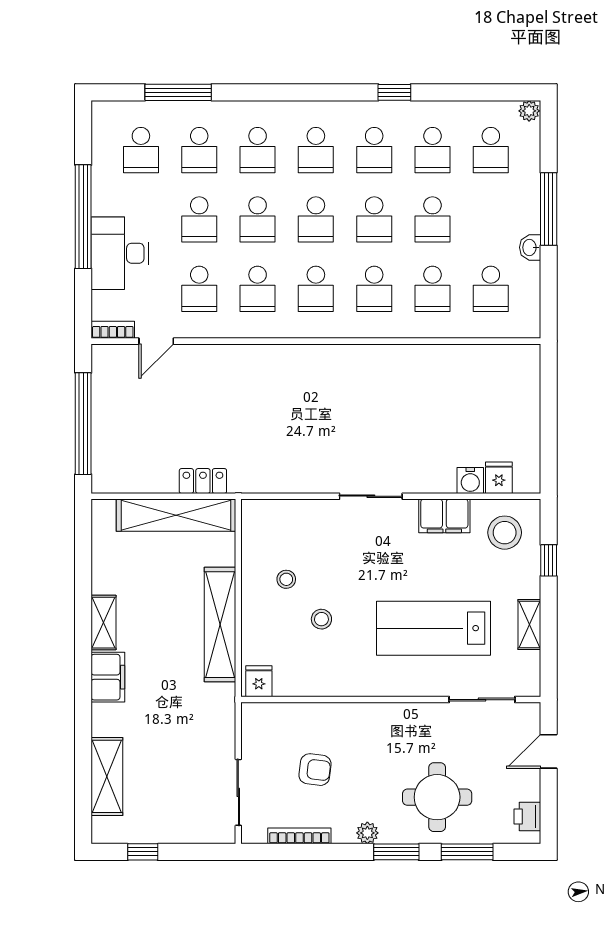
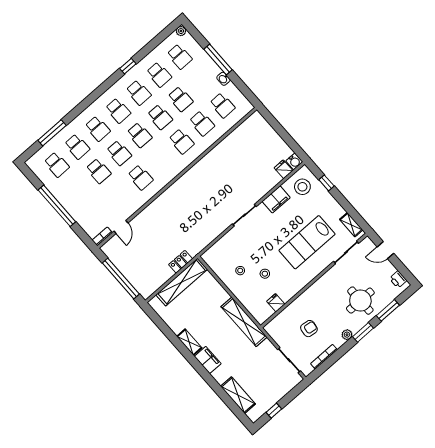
desk: (120, 253) -> (81, 207), removed
school desk: (199, 289) -> (120, 195), removed
school desk: (316, 289) -> (161, 159), removed
water cooler: (470, 480) -> (294, 161), moved
shelving: (529, 624) -> (351, 225), moved
shelving: (220, 625) -> (244, 322), moved
fridge: (259, 681) -> (276, 303), moved
door: (549, 751) -> (385, 250), hinge flipped

